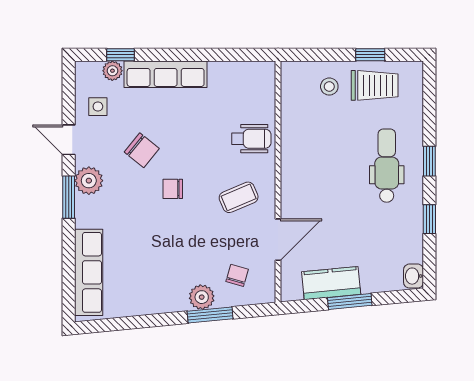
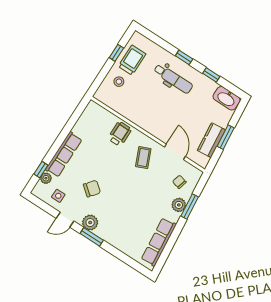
dental chair: (387, 166) -> (173, 79), turned 180
chair: (173, 189) -> (119, 186), removed
row of seats: (89, 272) -> (159, 242), moved, turned -96
washbasin: (413, 276) -> (226, 98), width x1.91, depth x1.45

